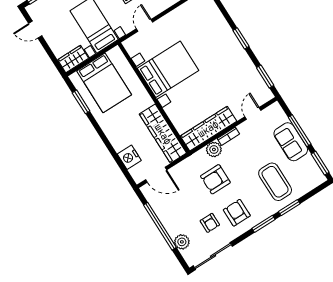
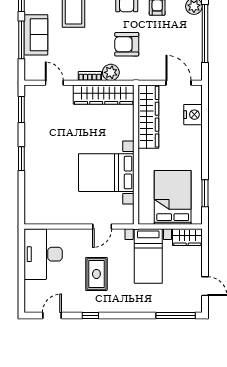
door: (253, 113) -> (54, 83), swing flipped
armchair: (215, 179) -> (127, 44), turned 180

